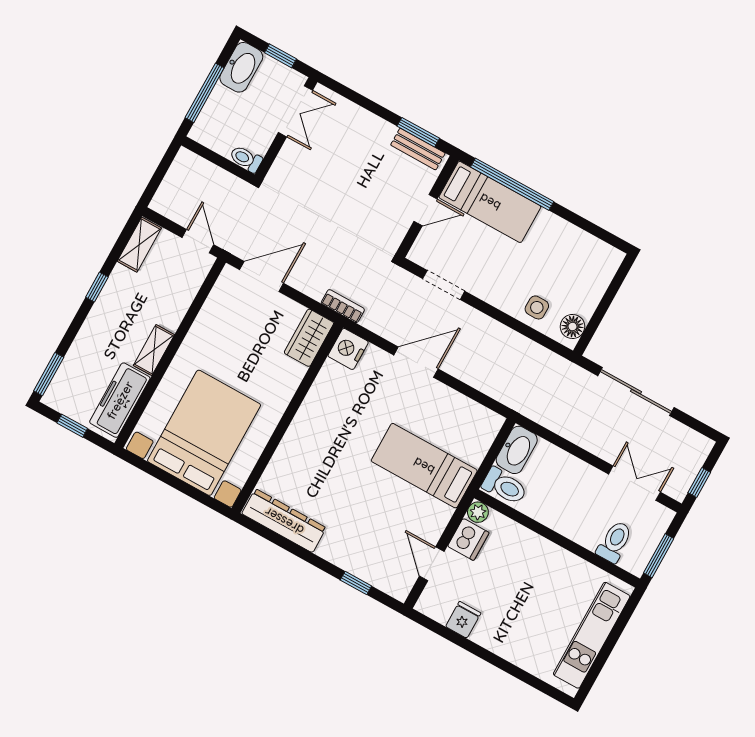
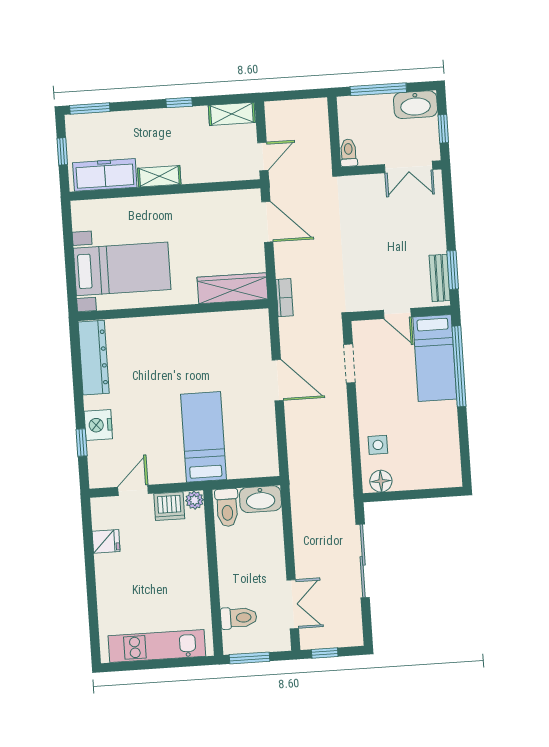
wardrobe: (309, 338) -> (233, 288), width x1.50
nightstand: (348, 349) -> (98, 425), moved, turned -90
bed with nightstands: (204, 433) -> (122, 269), width x0.73

